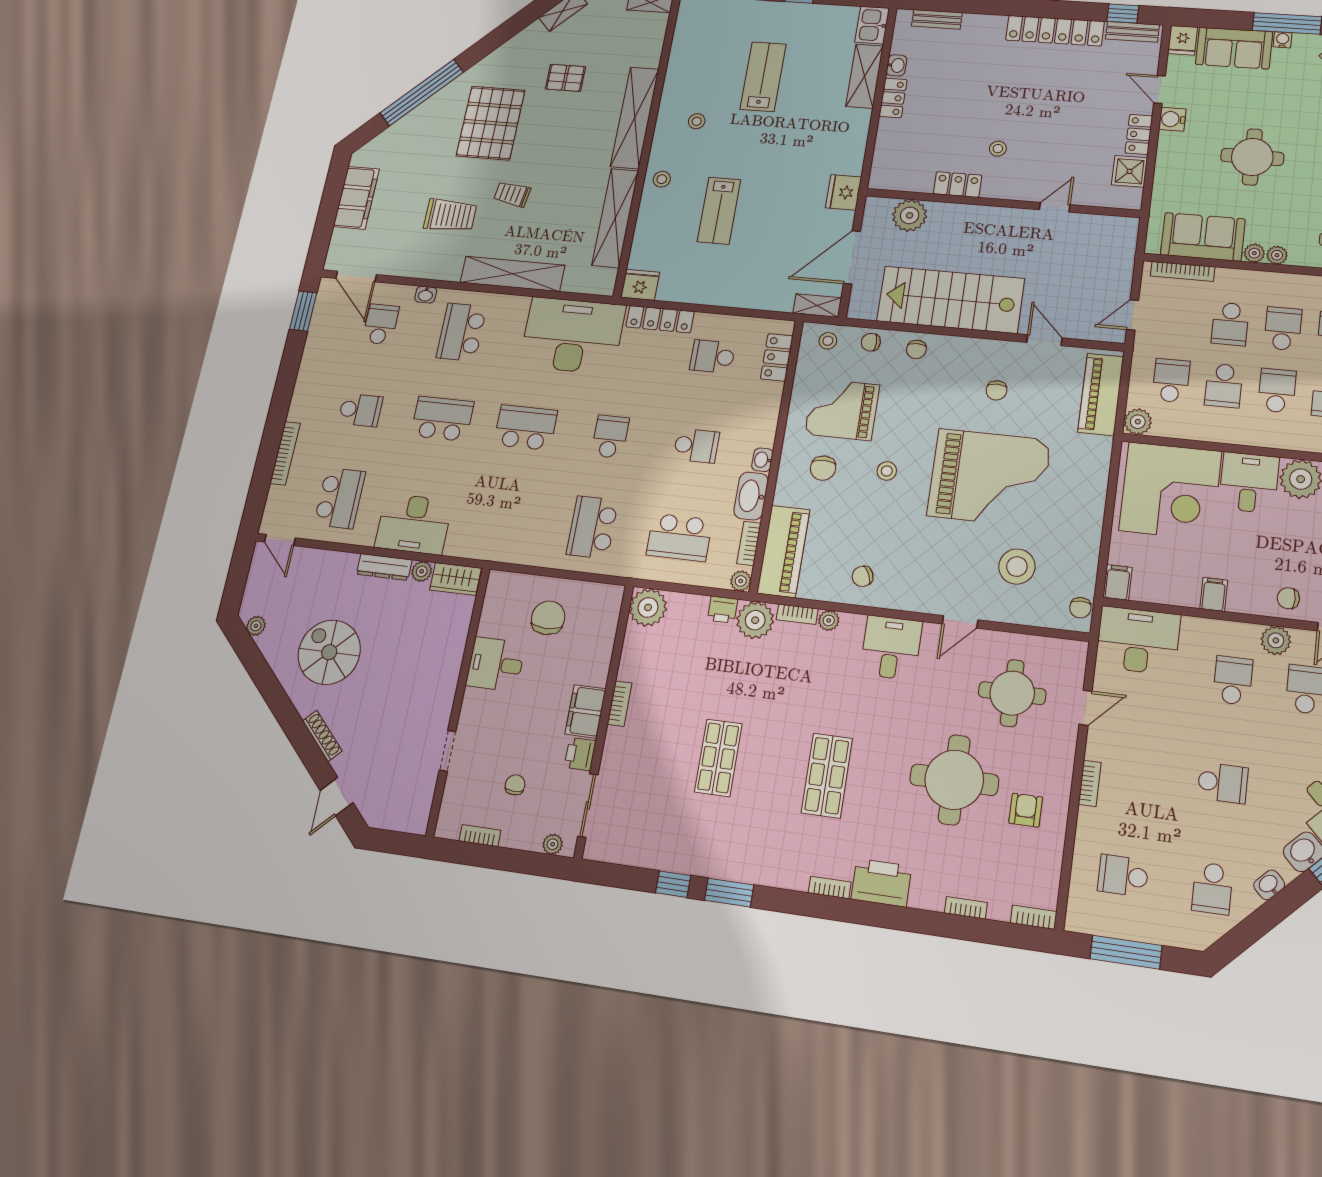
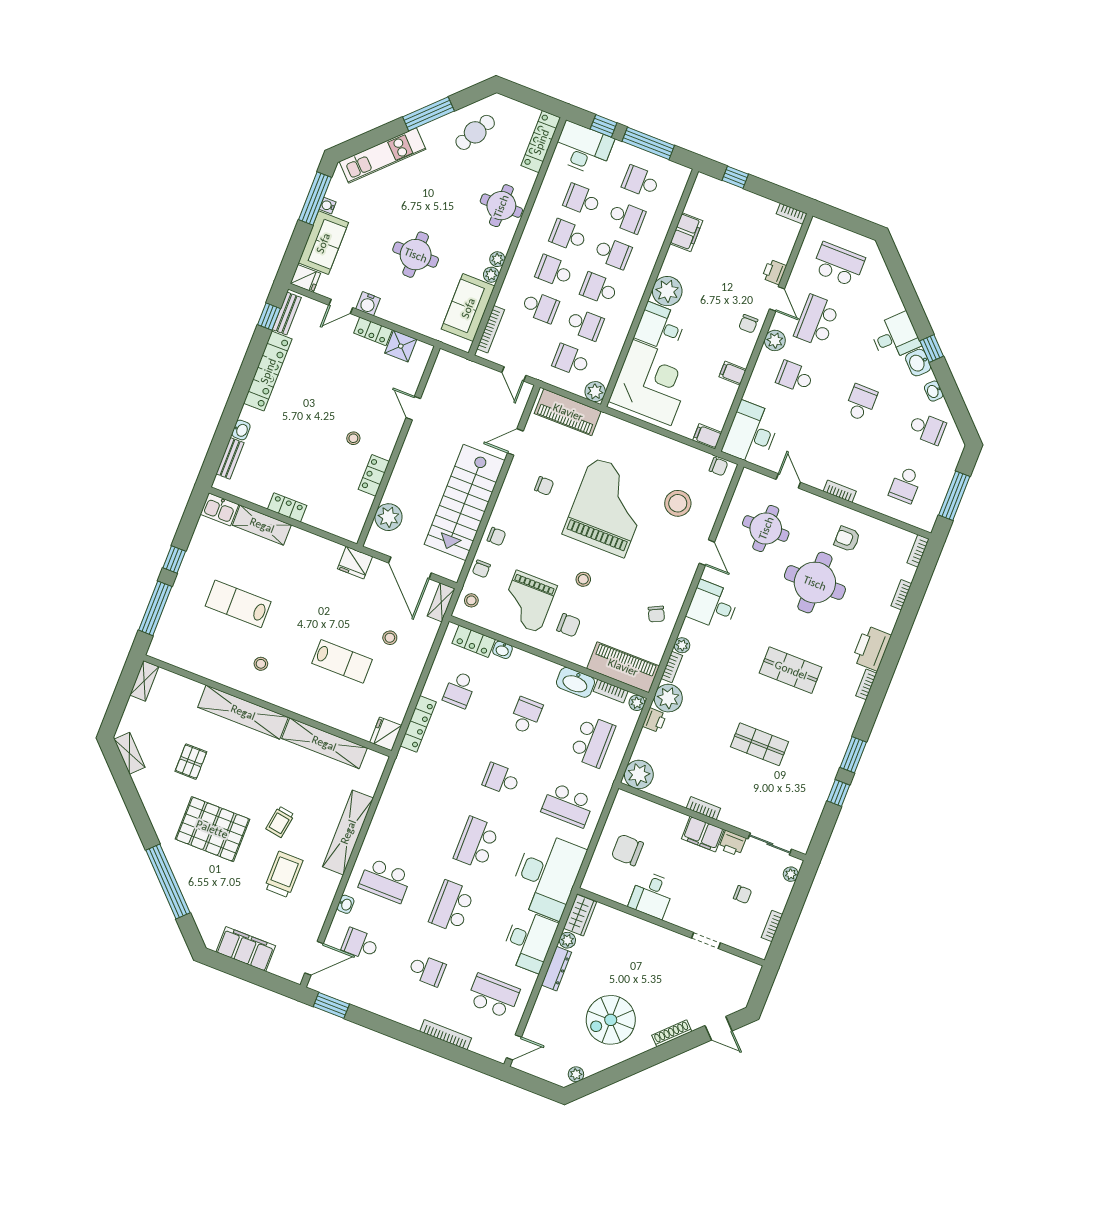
washbasin: (896, 65) -> (241, 430), moved, turned 90
stool: (662, 179) -> (390, 638), moved
desk: (572, 335) -> (547, 875), moved, turned 180
school desk: (360, 410) -> (427, 970), turned 90
washbasin: (762, 460) -> (503, 650), moved
chair: (515, 785) -> (743, 895), turned 180

